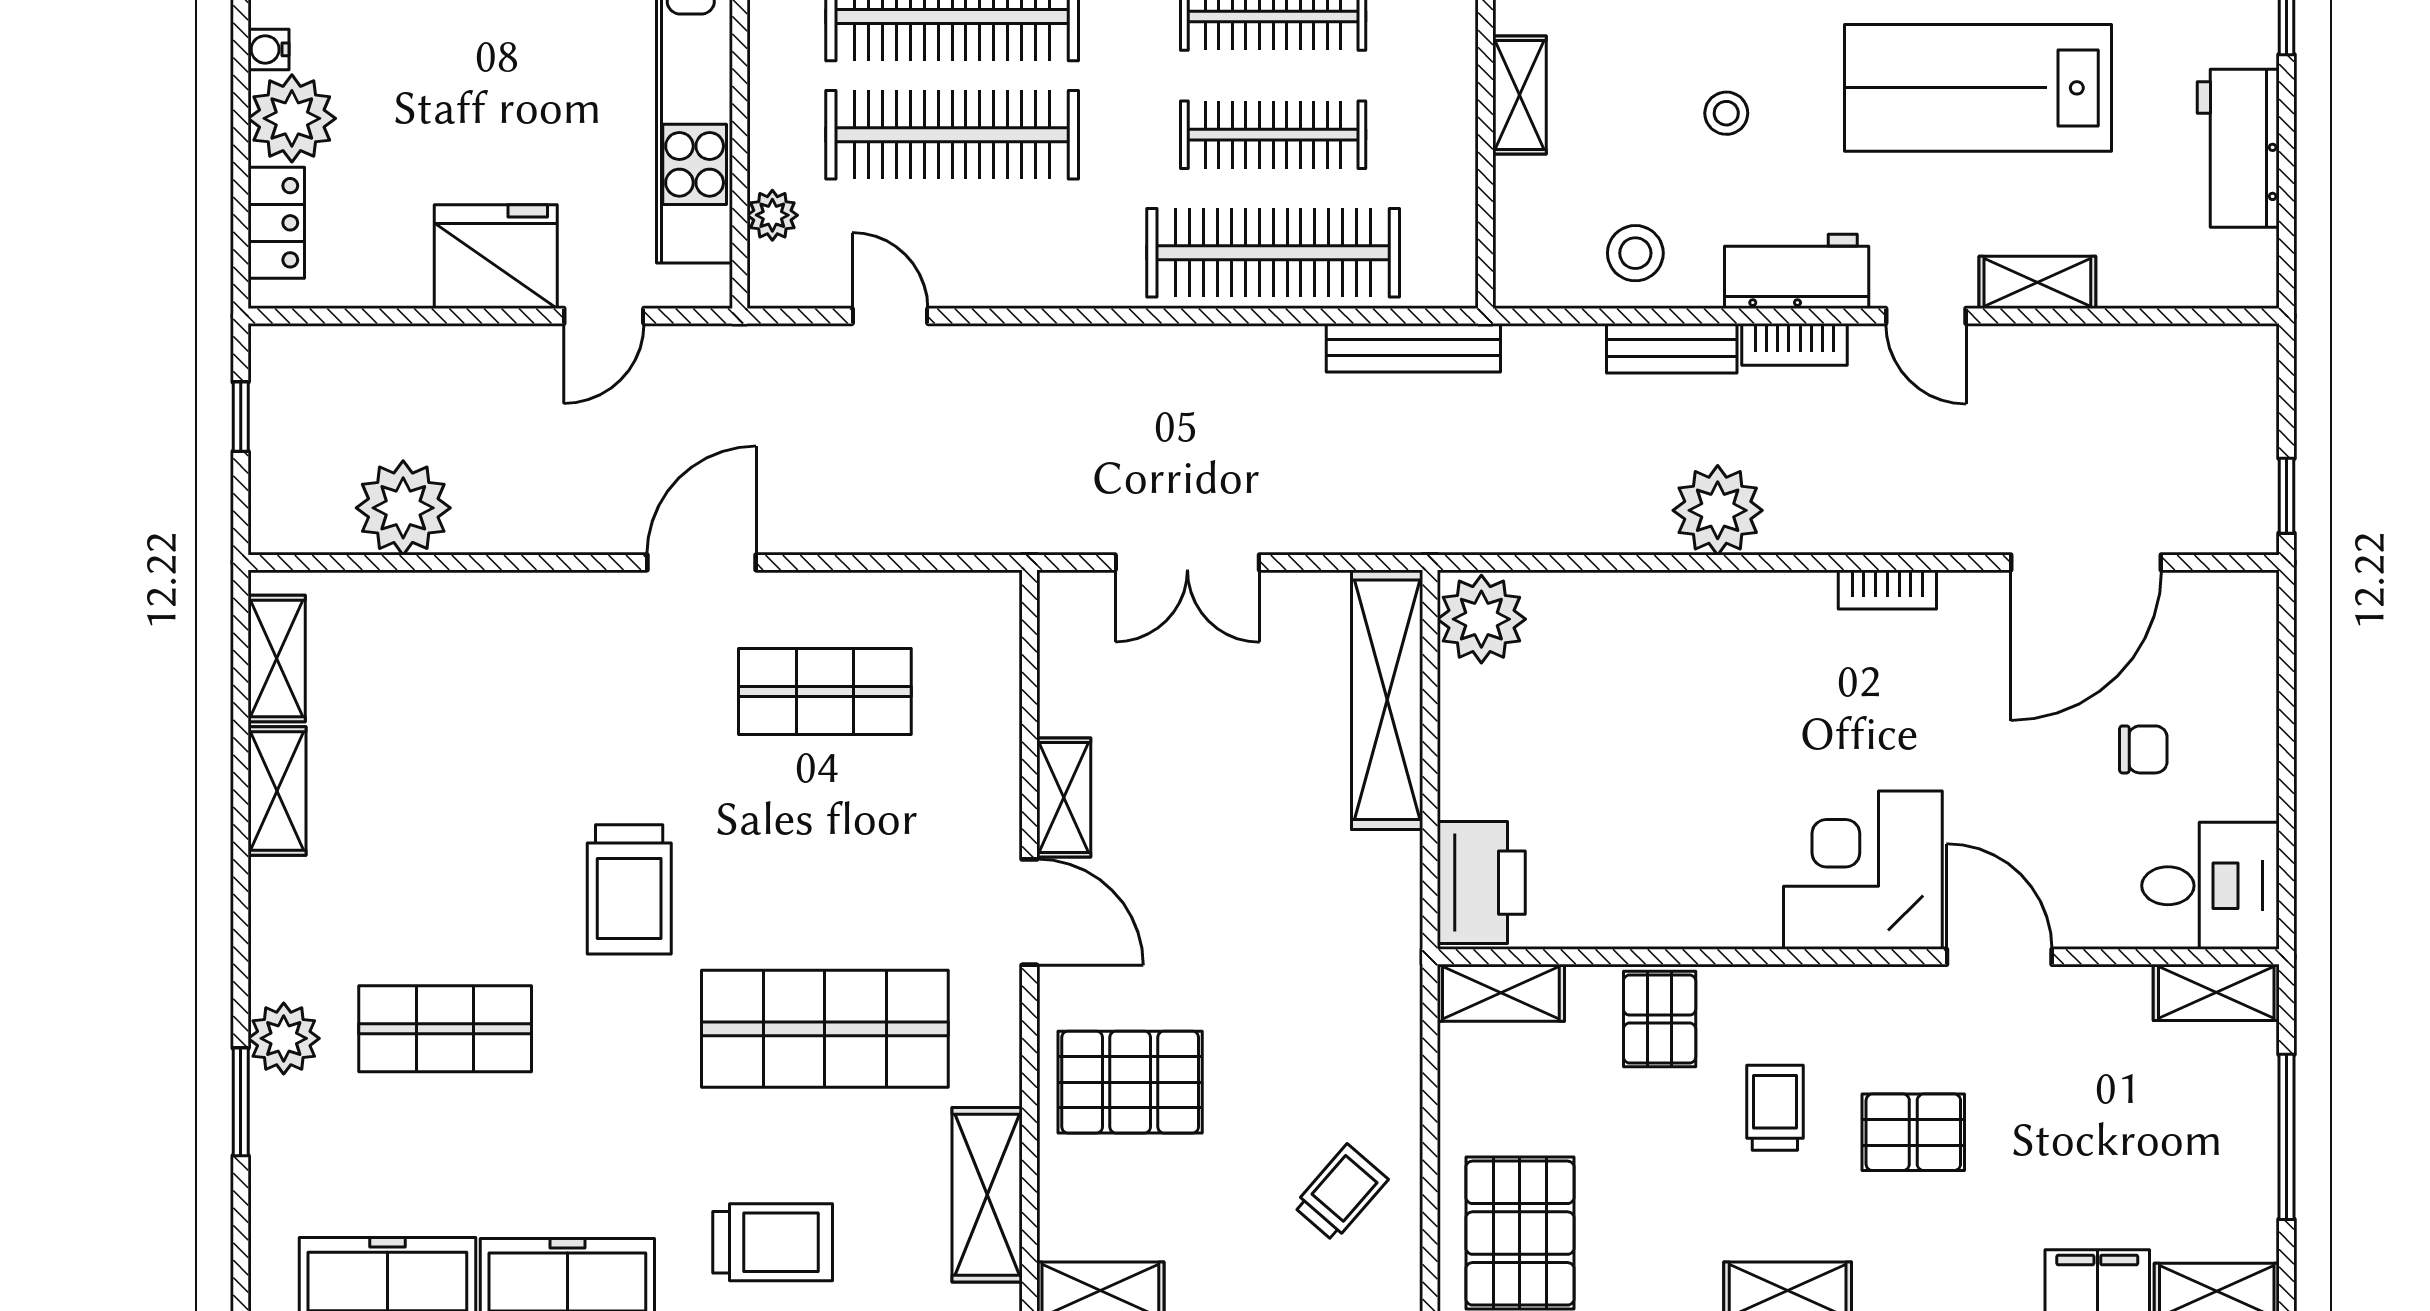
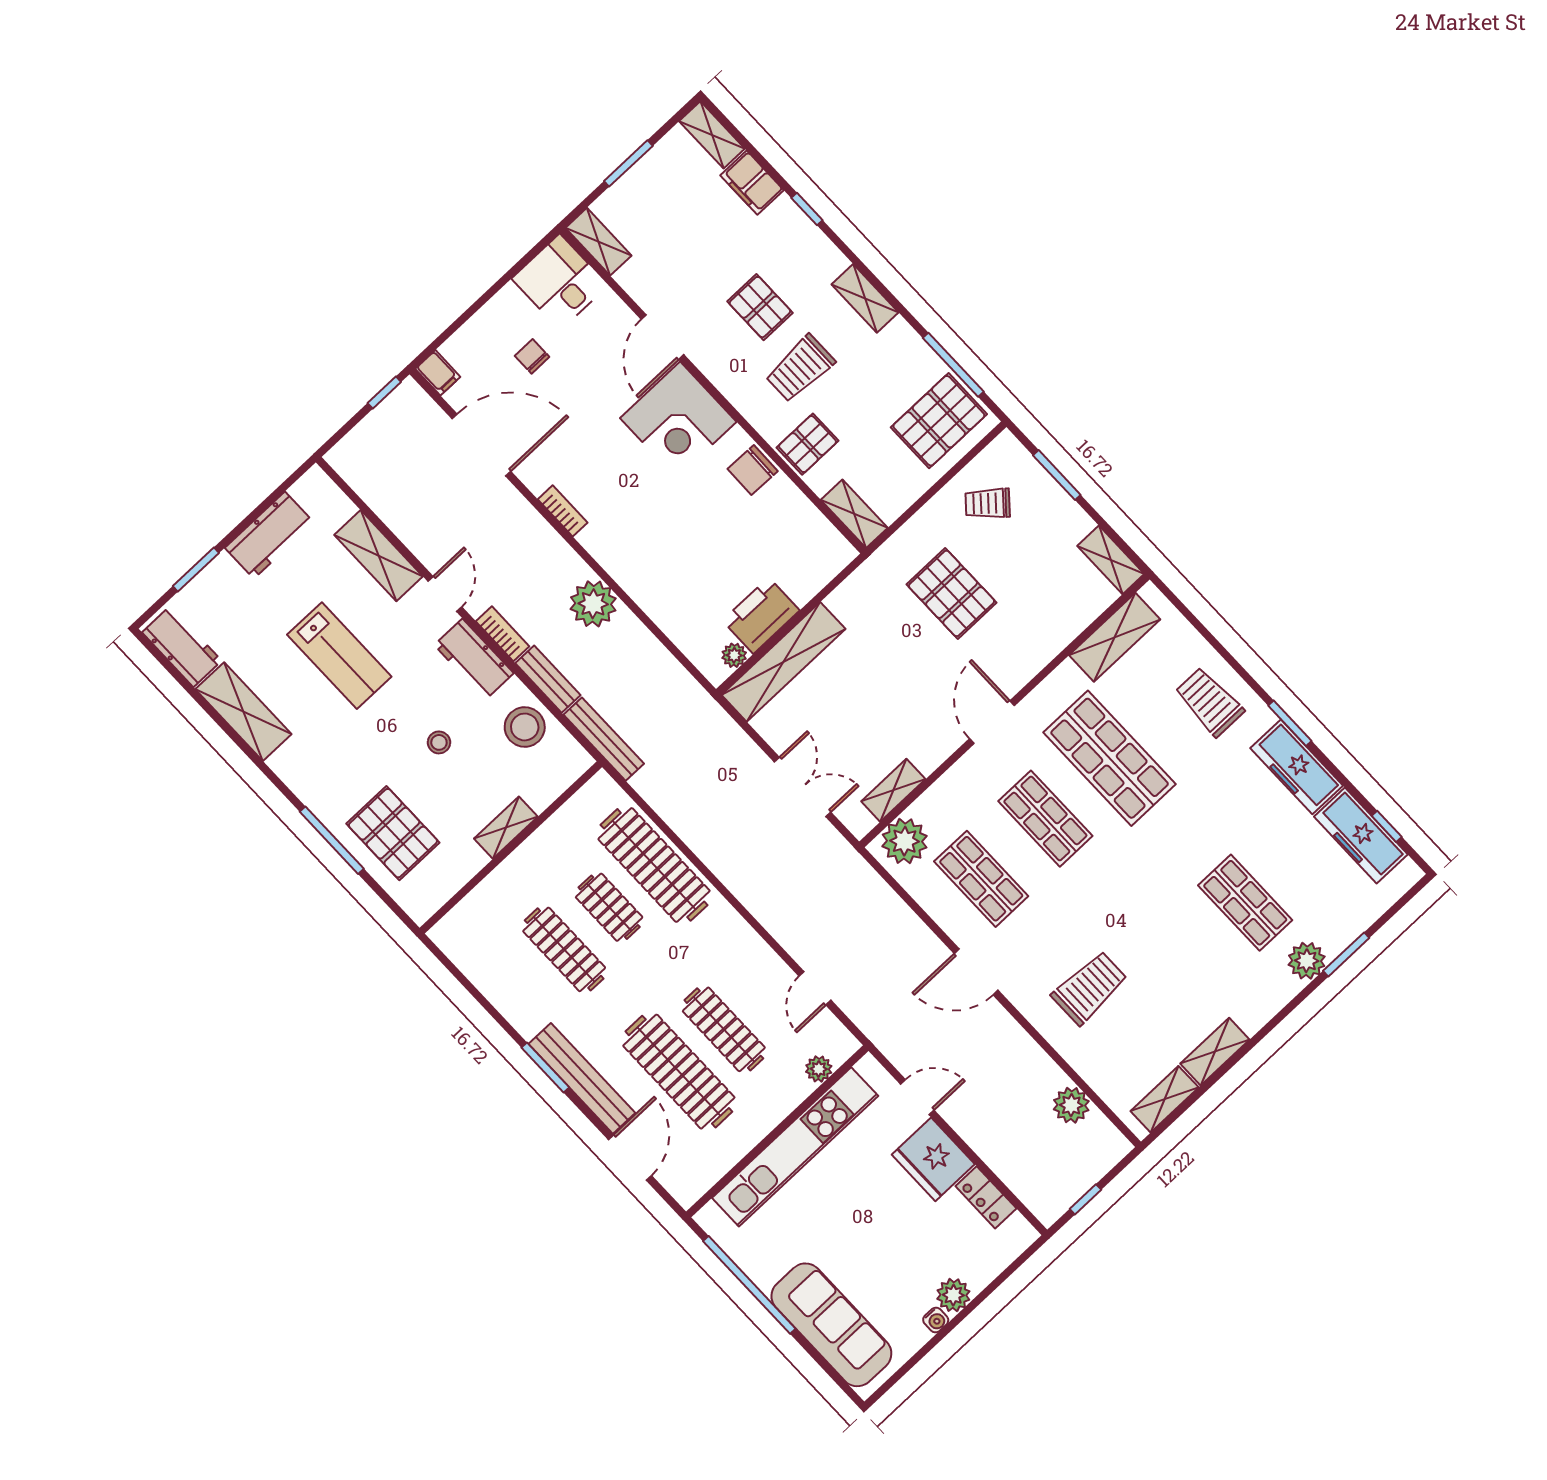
lab bench: (1978, 88) -> (339, 656), width x0.73, depth x0.72
plant: (292, 118) -> (953, 1295), width x0.73, depth x0.73
clothes rail: (952, 135) -> (724, 1029), width x0.73, depth x0.76
clothes rail: (1273, 135) -> (609, 907), width x0.73
locker: (276, 223) -> (986, 1197), moved, turned -90
stool: (1635, 253) -> (525, 727), width x1.38, depth x1.38
shelving: (2037, 282) -> (378, 556), width x1.50, depth x1.33
bench: (1413, 348) -> (604, 739), moved
plant: (403, 508) -> (1071, 1105), width x0.73, depth x0.73
filing cabinet: (2244, 596) -> (438, 373), added
plant: (1481, 619) -> (734, 655), width x0.53, depth x0.53
plant: (978, 634) -> (905, 841), added
shelving: (1064, 797) -> (893, 790), moved
shop shelf: (825, 860) -> (1045, 819), added
printer: (1481, 883) -> (761, 616), moved
trolley: (629, 889) -> (1090, 988), moved
chair: (1695, 908) -> (753, 470), added
pallet: (1130, 1082) -> (952, 593), moved
trolley: (1775, 1108) -> (800, 368), width x1.36, depth x1.39
window: (2286, 1137) -> (628, 163), width x0.69

